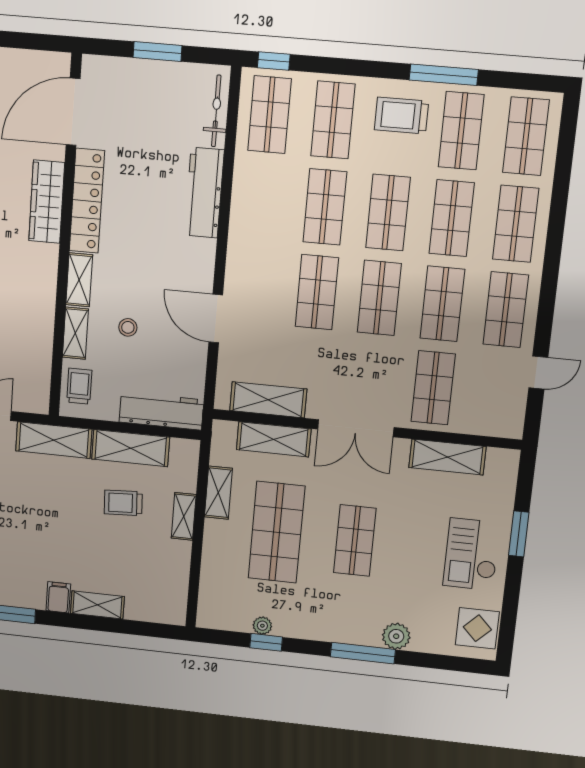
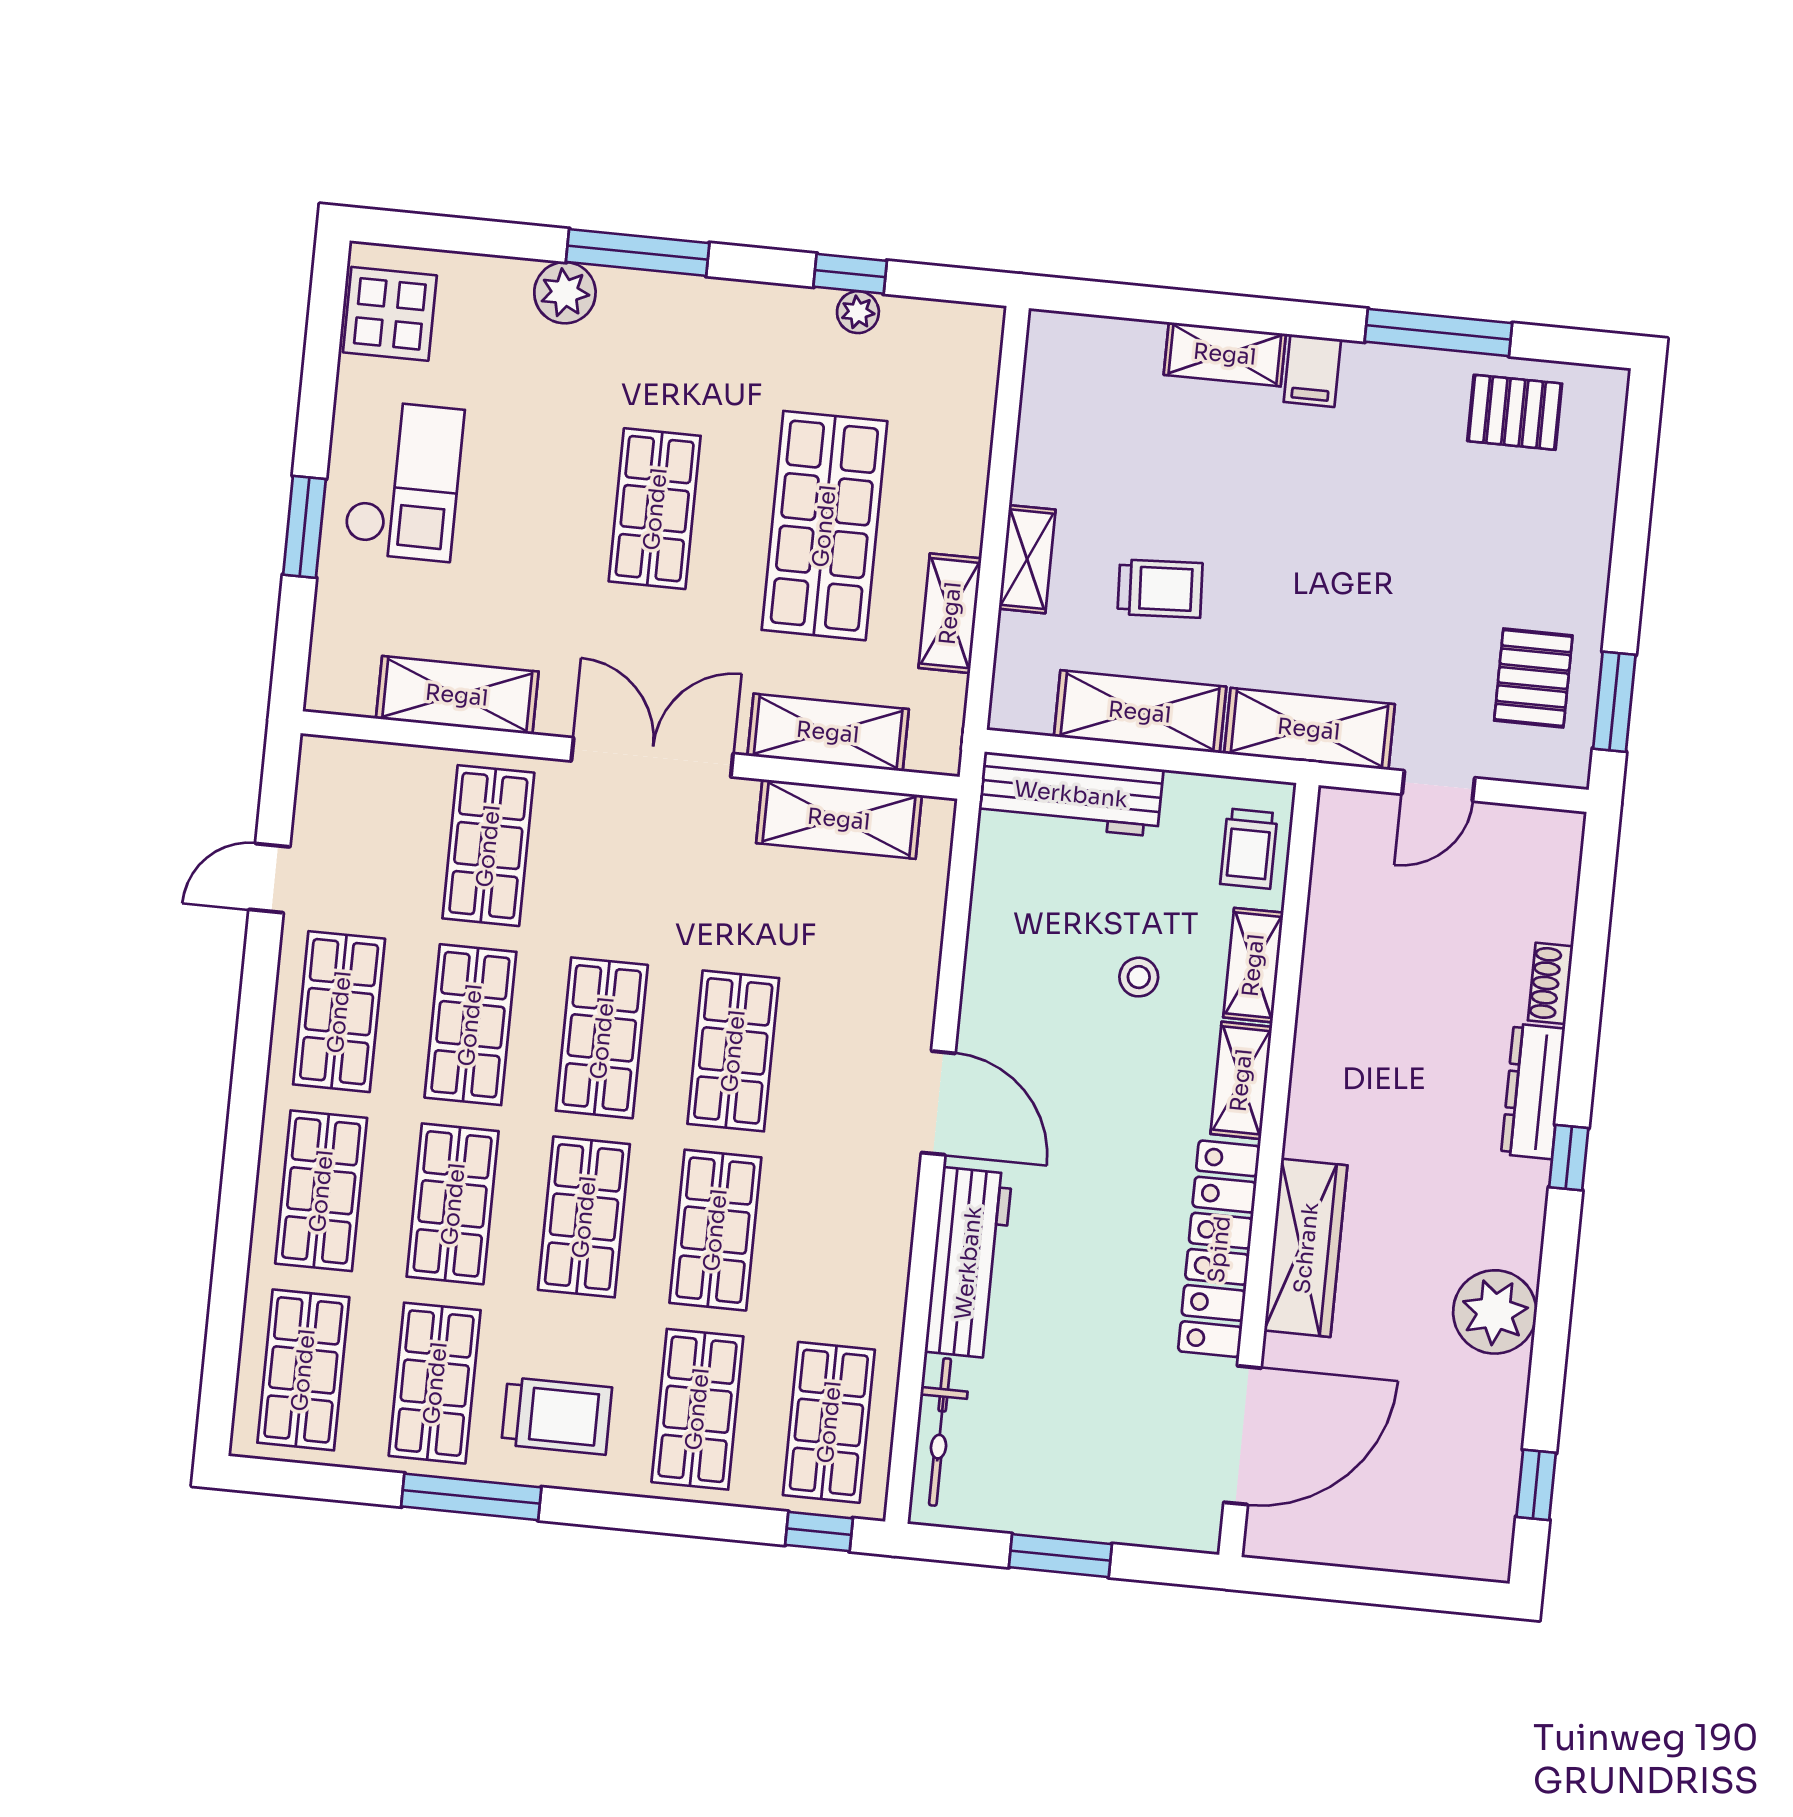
door: (216, 319) -> (938, 1103), moved

